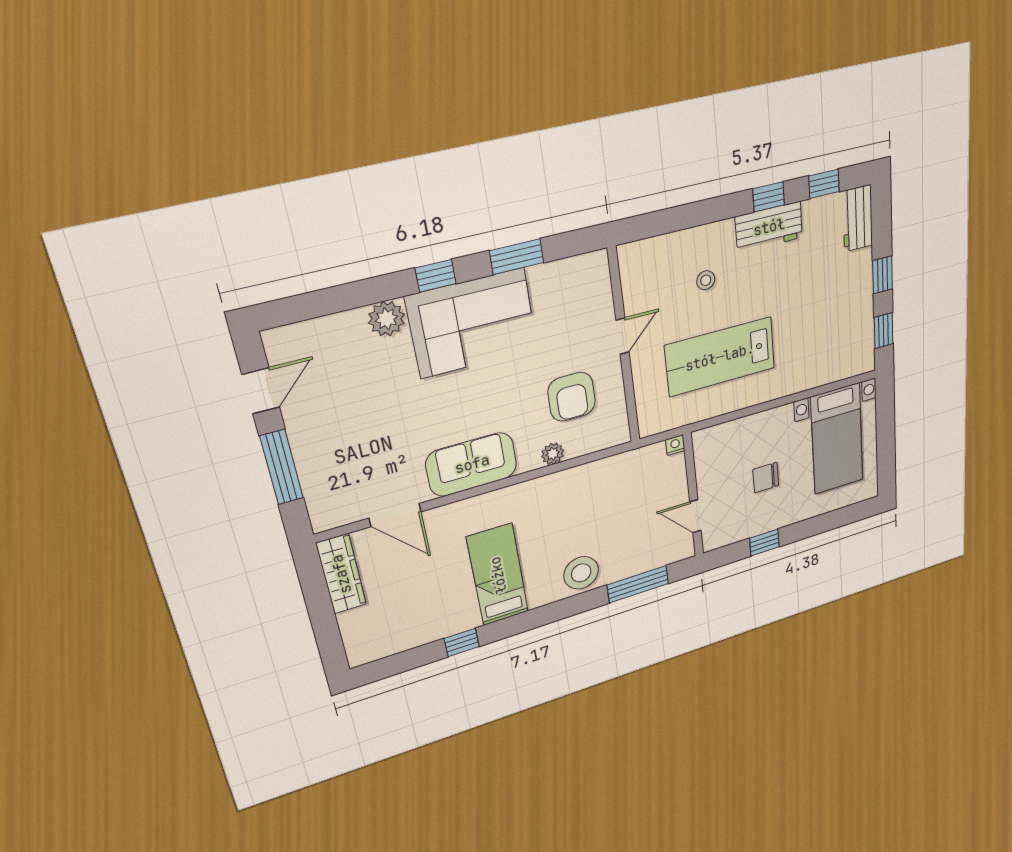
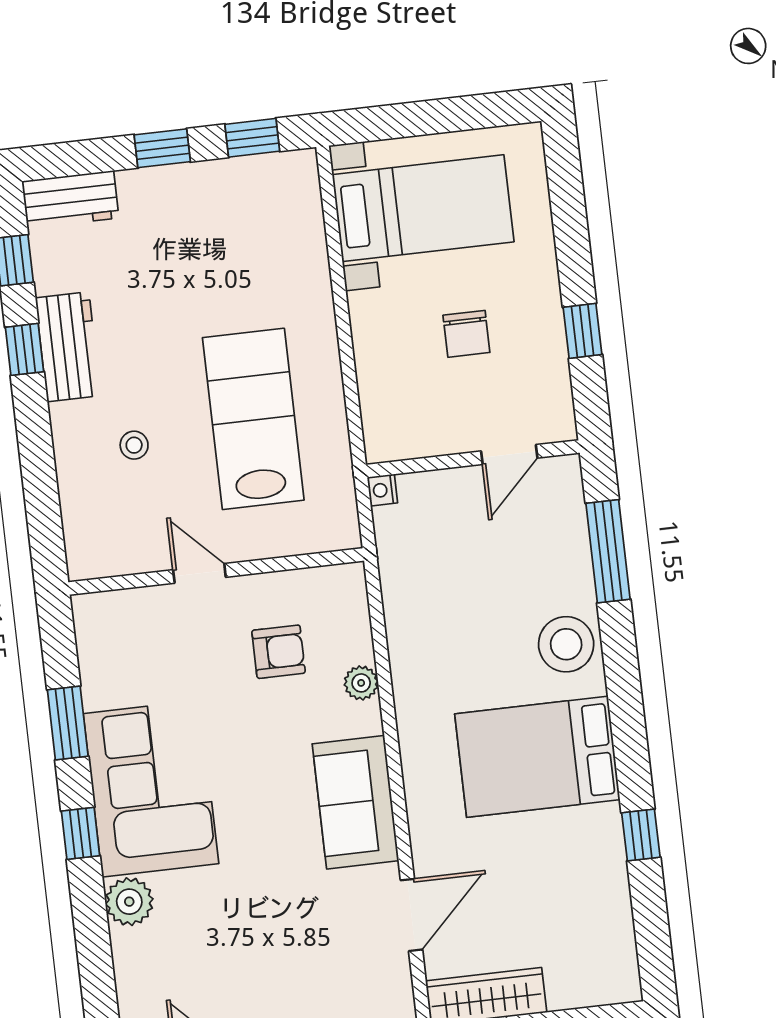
lab bench: (720, 357) -> (253, 419), turned 180
armchair: (572, 397) -> (279, 652), width x0.72, depth x0.72
bed: (498, 575) -> (537, 757), width x1.50

